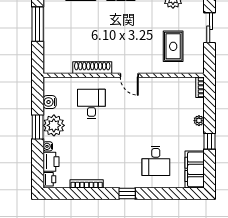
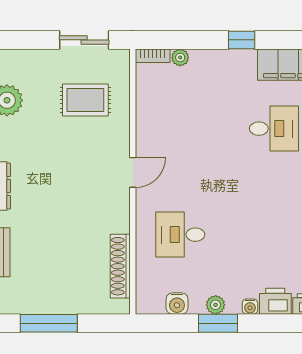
sliding door: (210, 28) -> (84, 40), moved
shoe rack: (92, 68) -> (120, 266), moved
plant: (199, 121) -> (180, 58), moved
plant: (54, 125) -> (216, 305), width x0.53, depth x0.53

